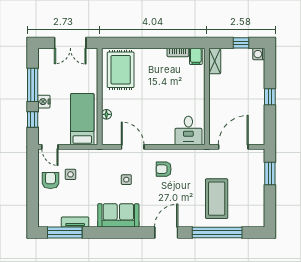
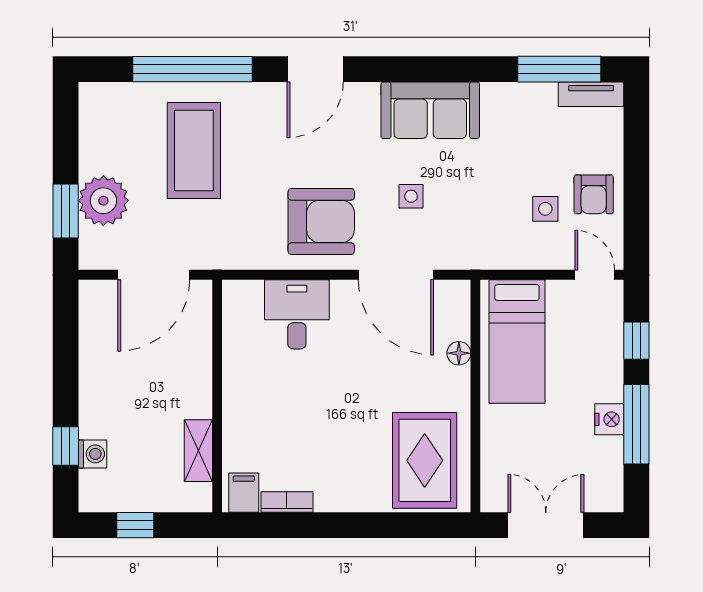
washing machine: (259, 54) -> (92, 454), moved
shelving: (215, 61) -> (198, 451), moved
window: (270, 97) -> (66, 446), moved
nightstand: (44, 102) -> (609, 419), moved
desk: (188, 131) -> (297, 314), moved
door: (133, 147) -> (396, 275), width x1.36
armchair: (164, 169) -> (321, 221), width x1.88, depth x1.88
plant: (254, 178) -> (103, 201), added
tv unit: (75, 222) -> (591, 94), moved

